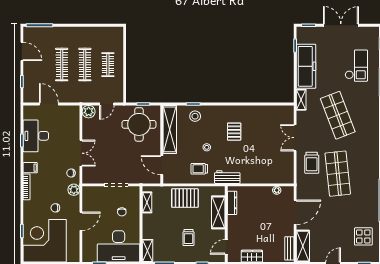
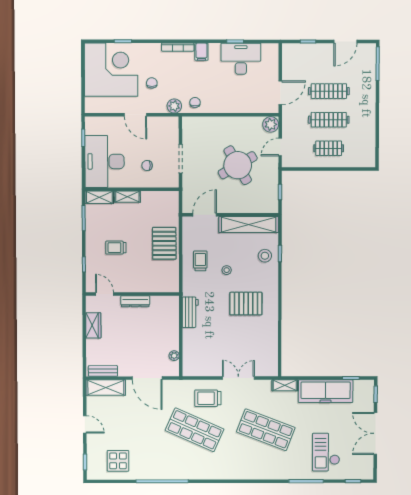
double door: (341, 25) -> (375, 433), swing flipped
checkout: (356, 66) -> (326, 452), turned 90
door: (49, 104) -> (280, 93), moved
door: (107, 104) -> (280, 147), hinge flipped
shop shelf: (338, 115) -> (266, 430), turned 42
round table: (139, 124) -> (238, 165), moved, turned -30
pallet: (234, 132) -> (246, 304), width x1.50, depth x1.42
double door: (81, 153) -> (219, 115), removed
shop shelf: (338, 174) -> (195, 430), turned 30
workbench: (227, 177) -> (190, 312), moved
shelving: (147, 202) -> (127, 197), moved
dresser: (232, 203) -> (135, 301), moved
shelving: (218, 212) -> (147, 284), removed

